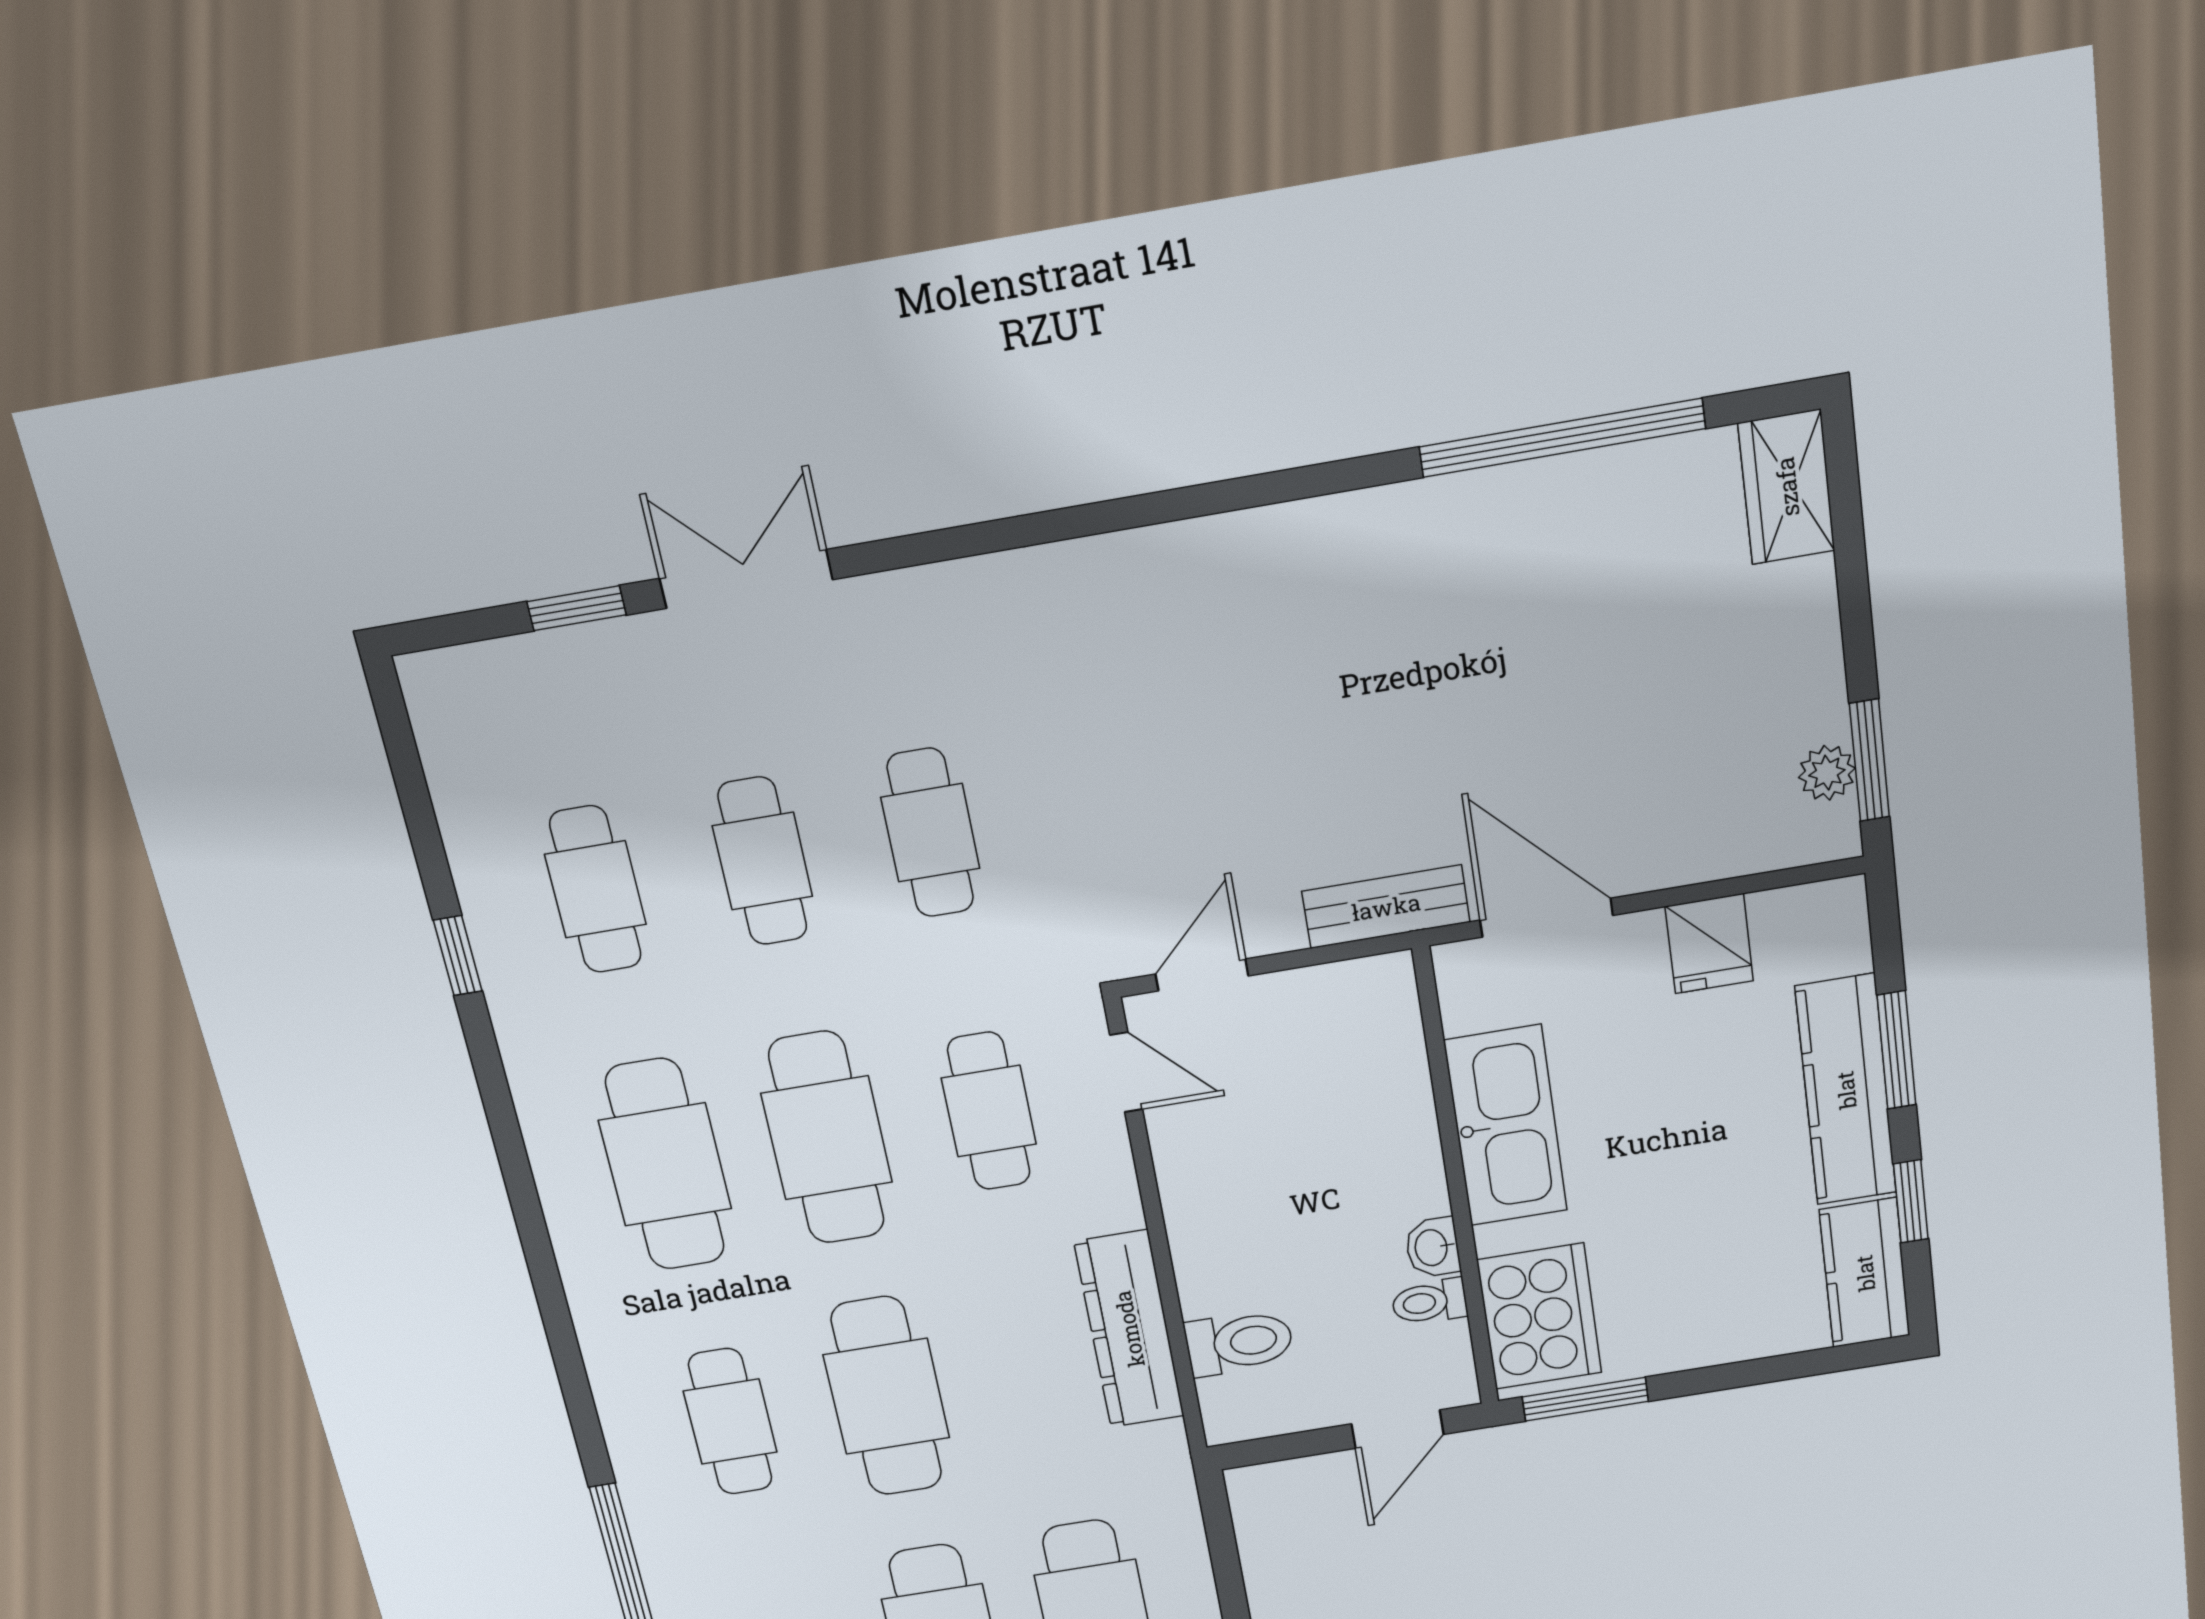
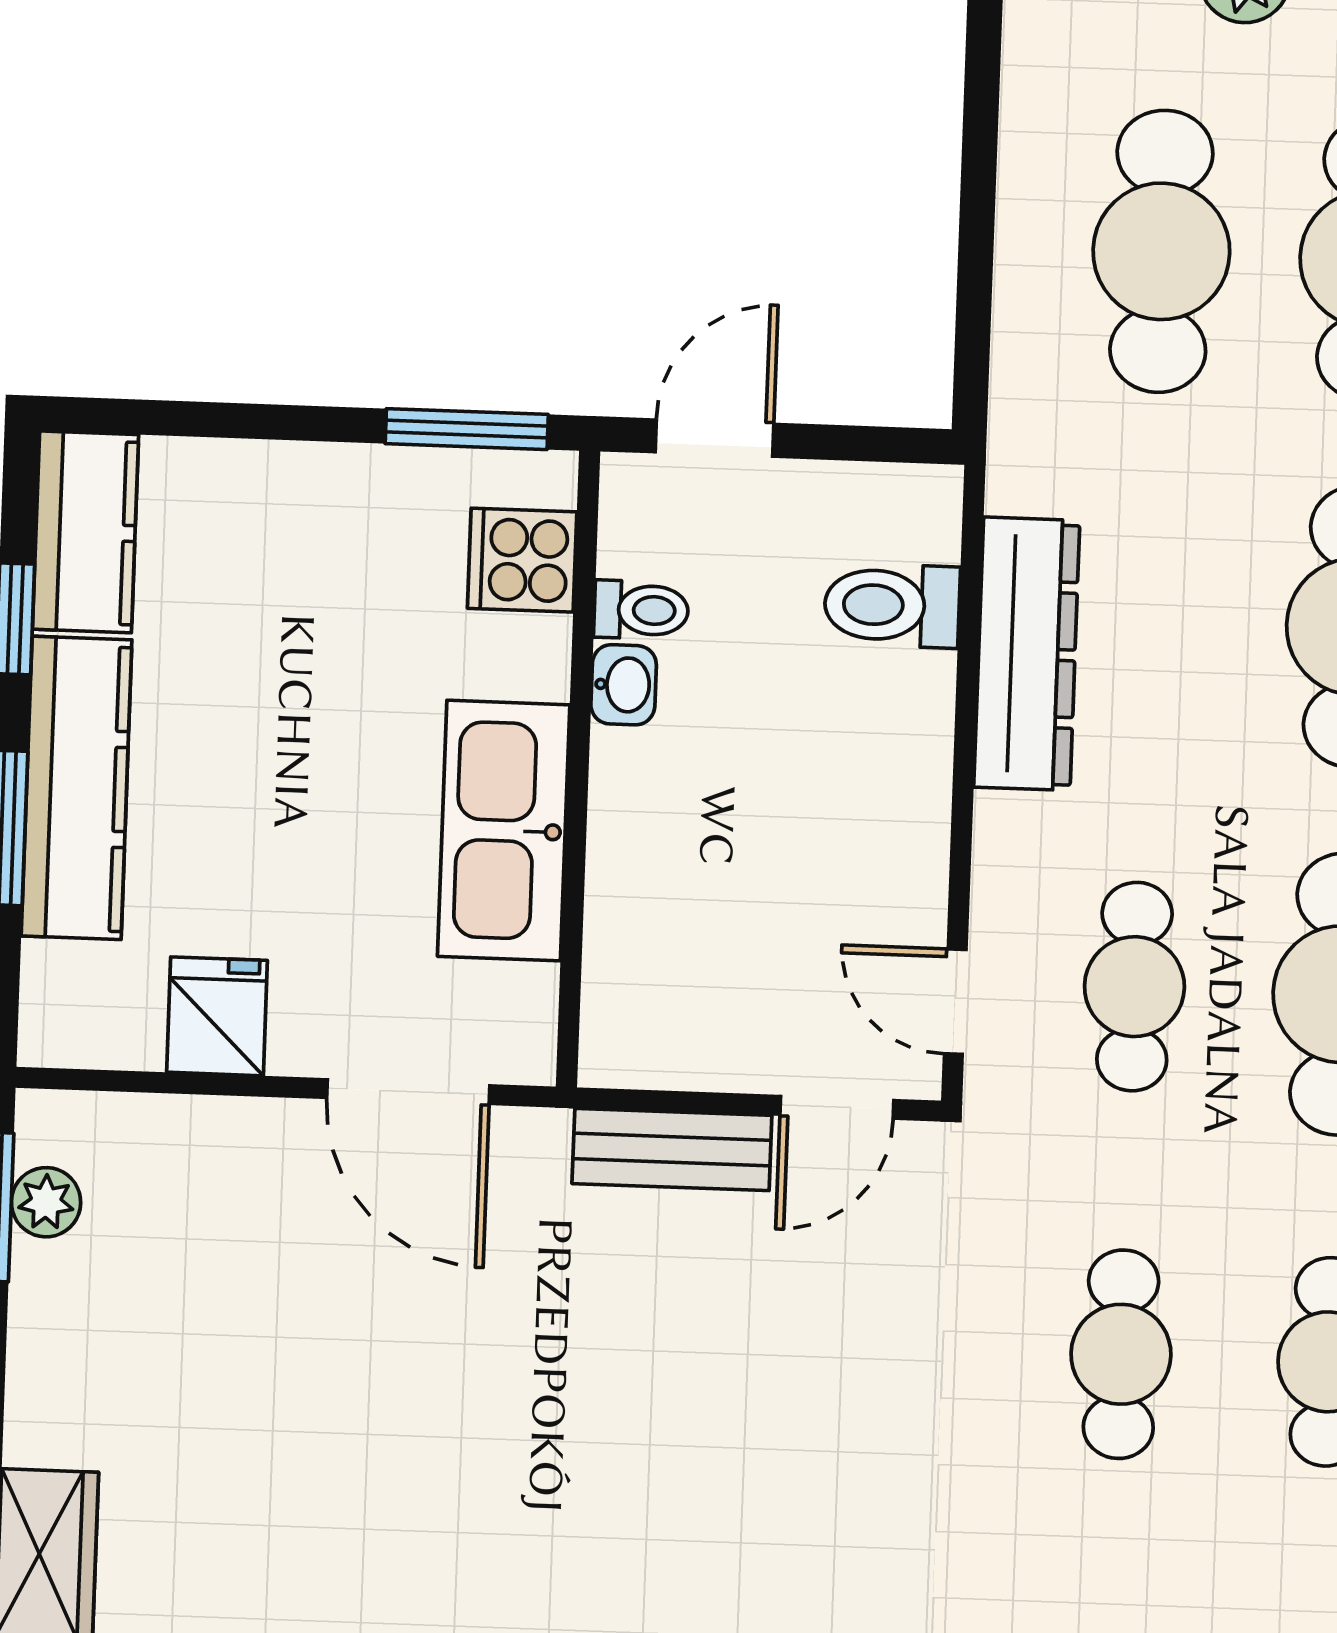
bench: (1386, 907) -> (672, 1149), moved
cooker: (1539, 1316) -> (522, 560), width x0.53, depth x0.76

